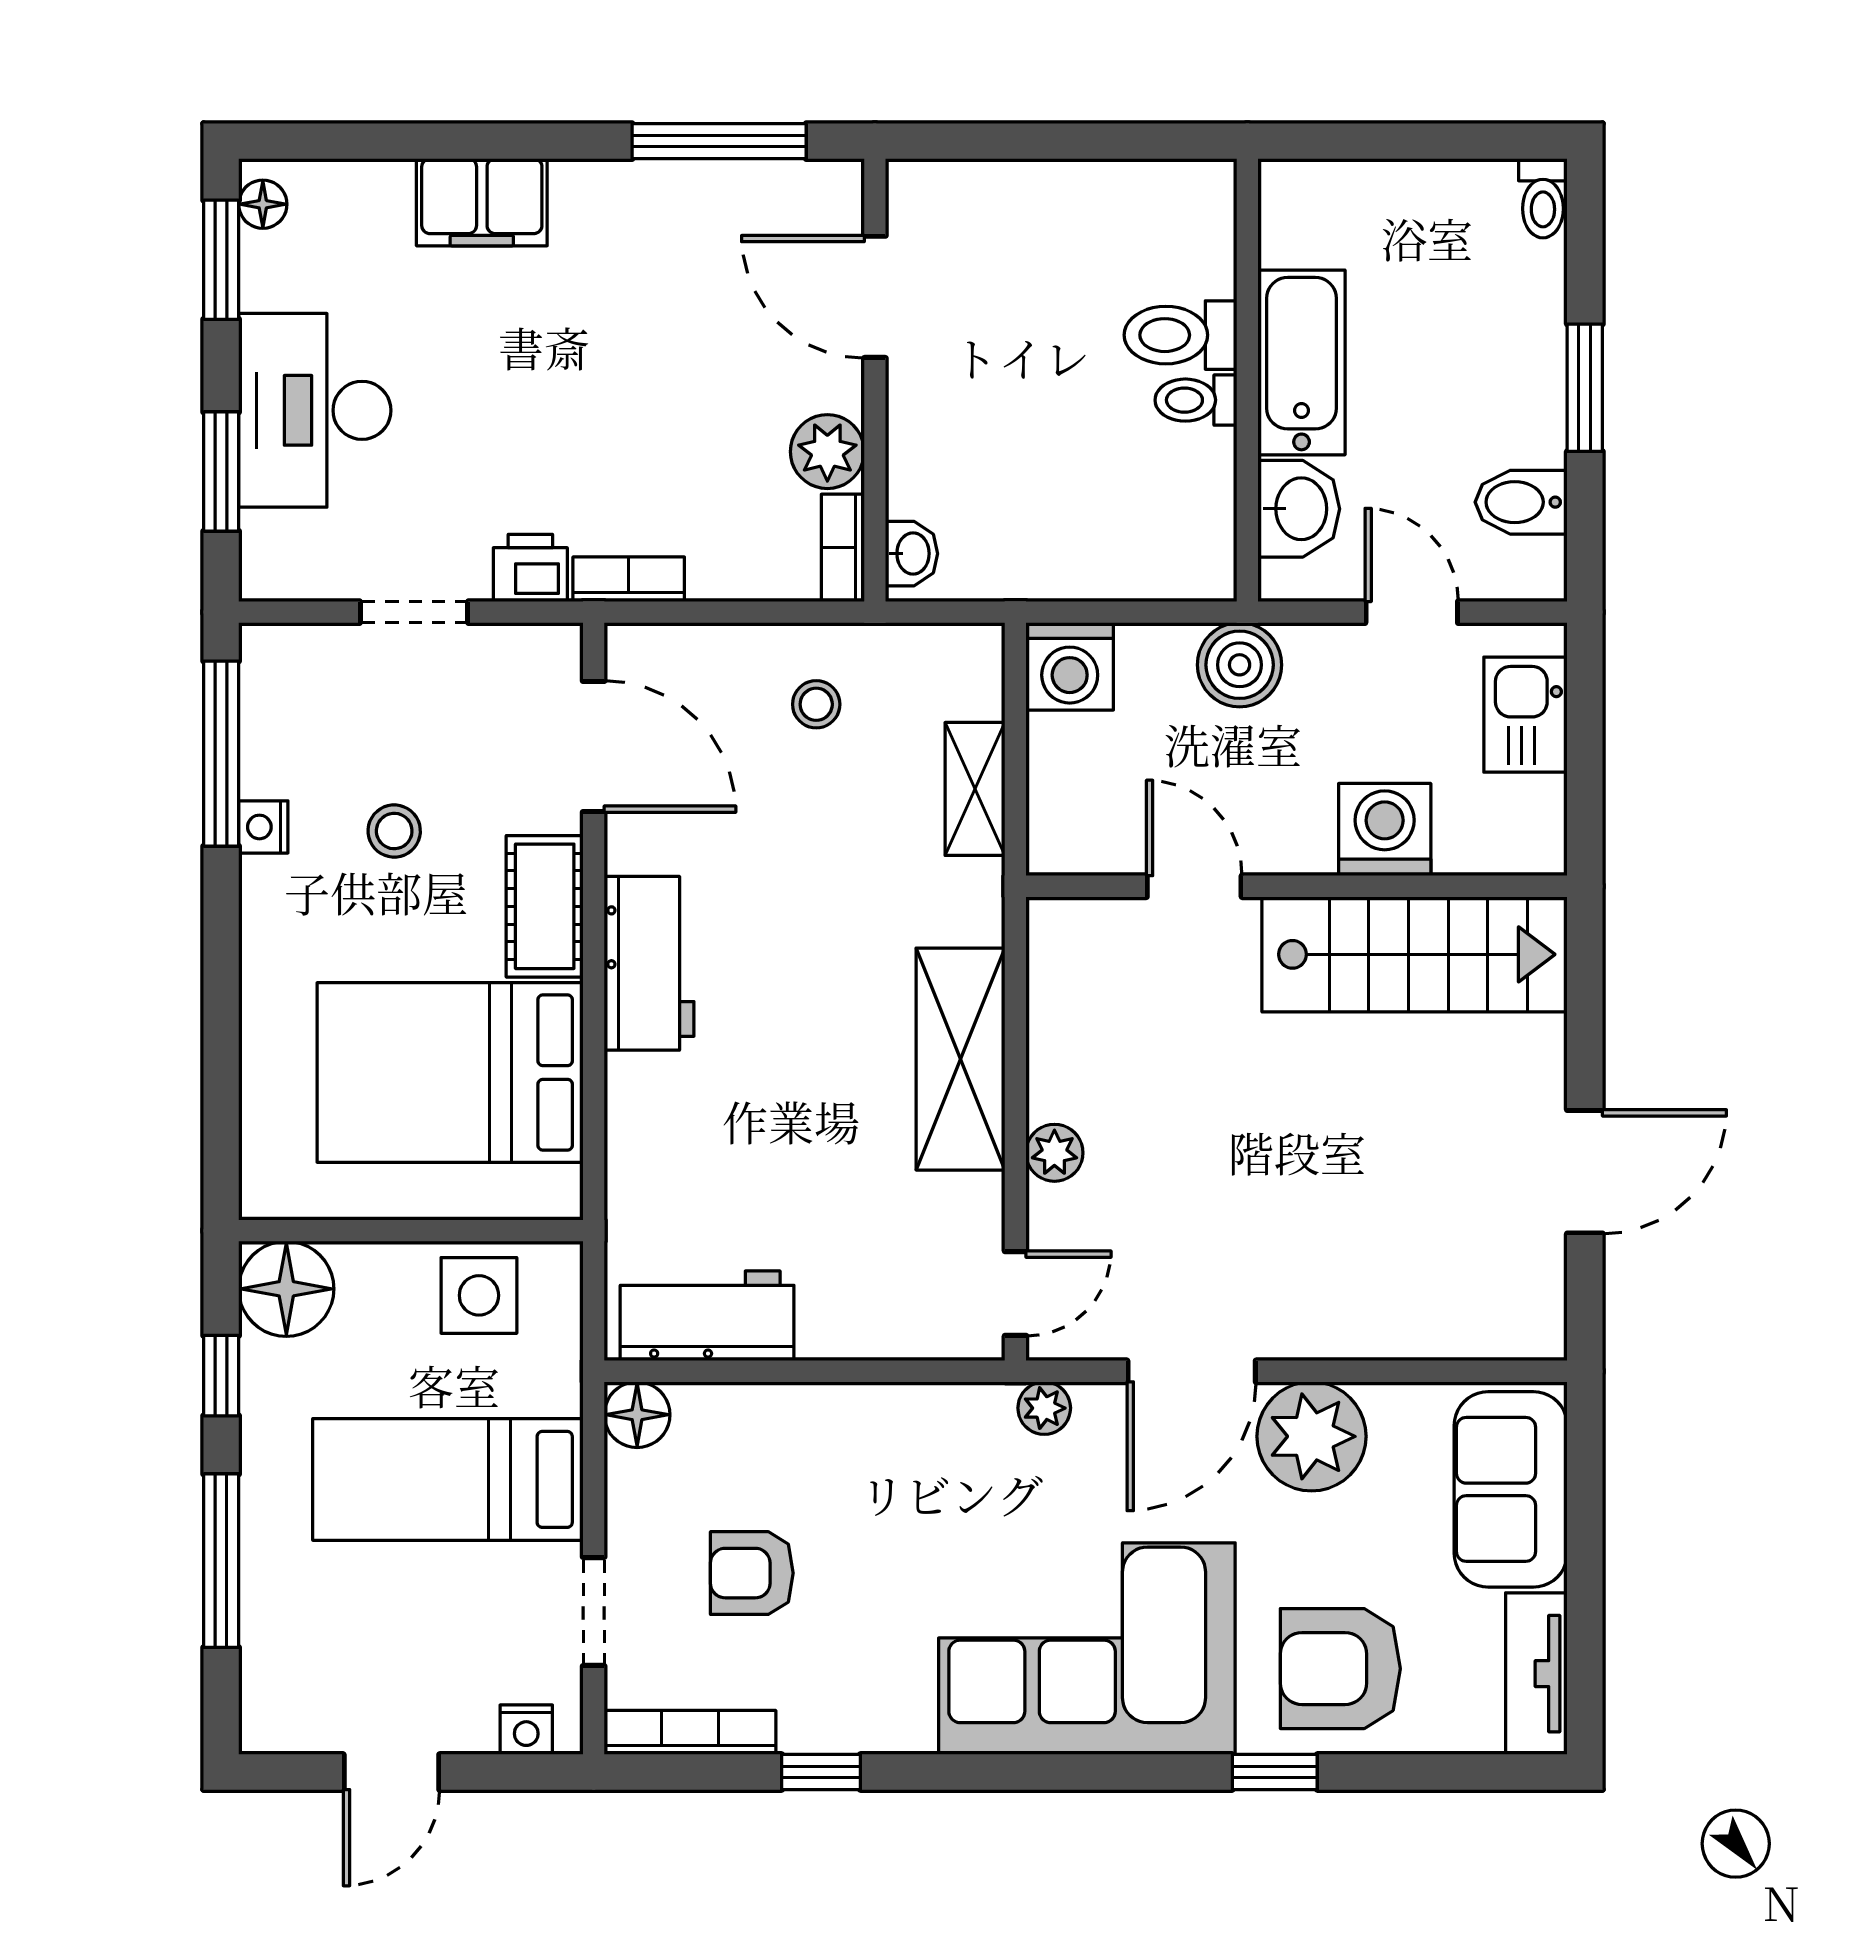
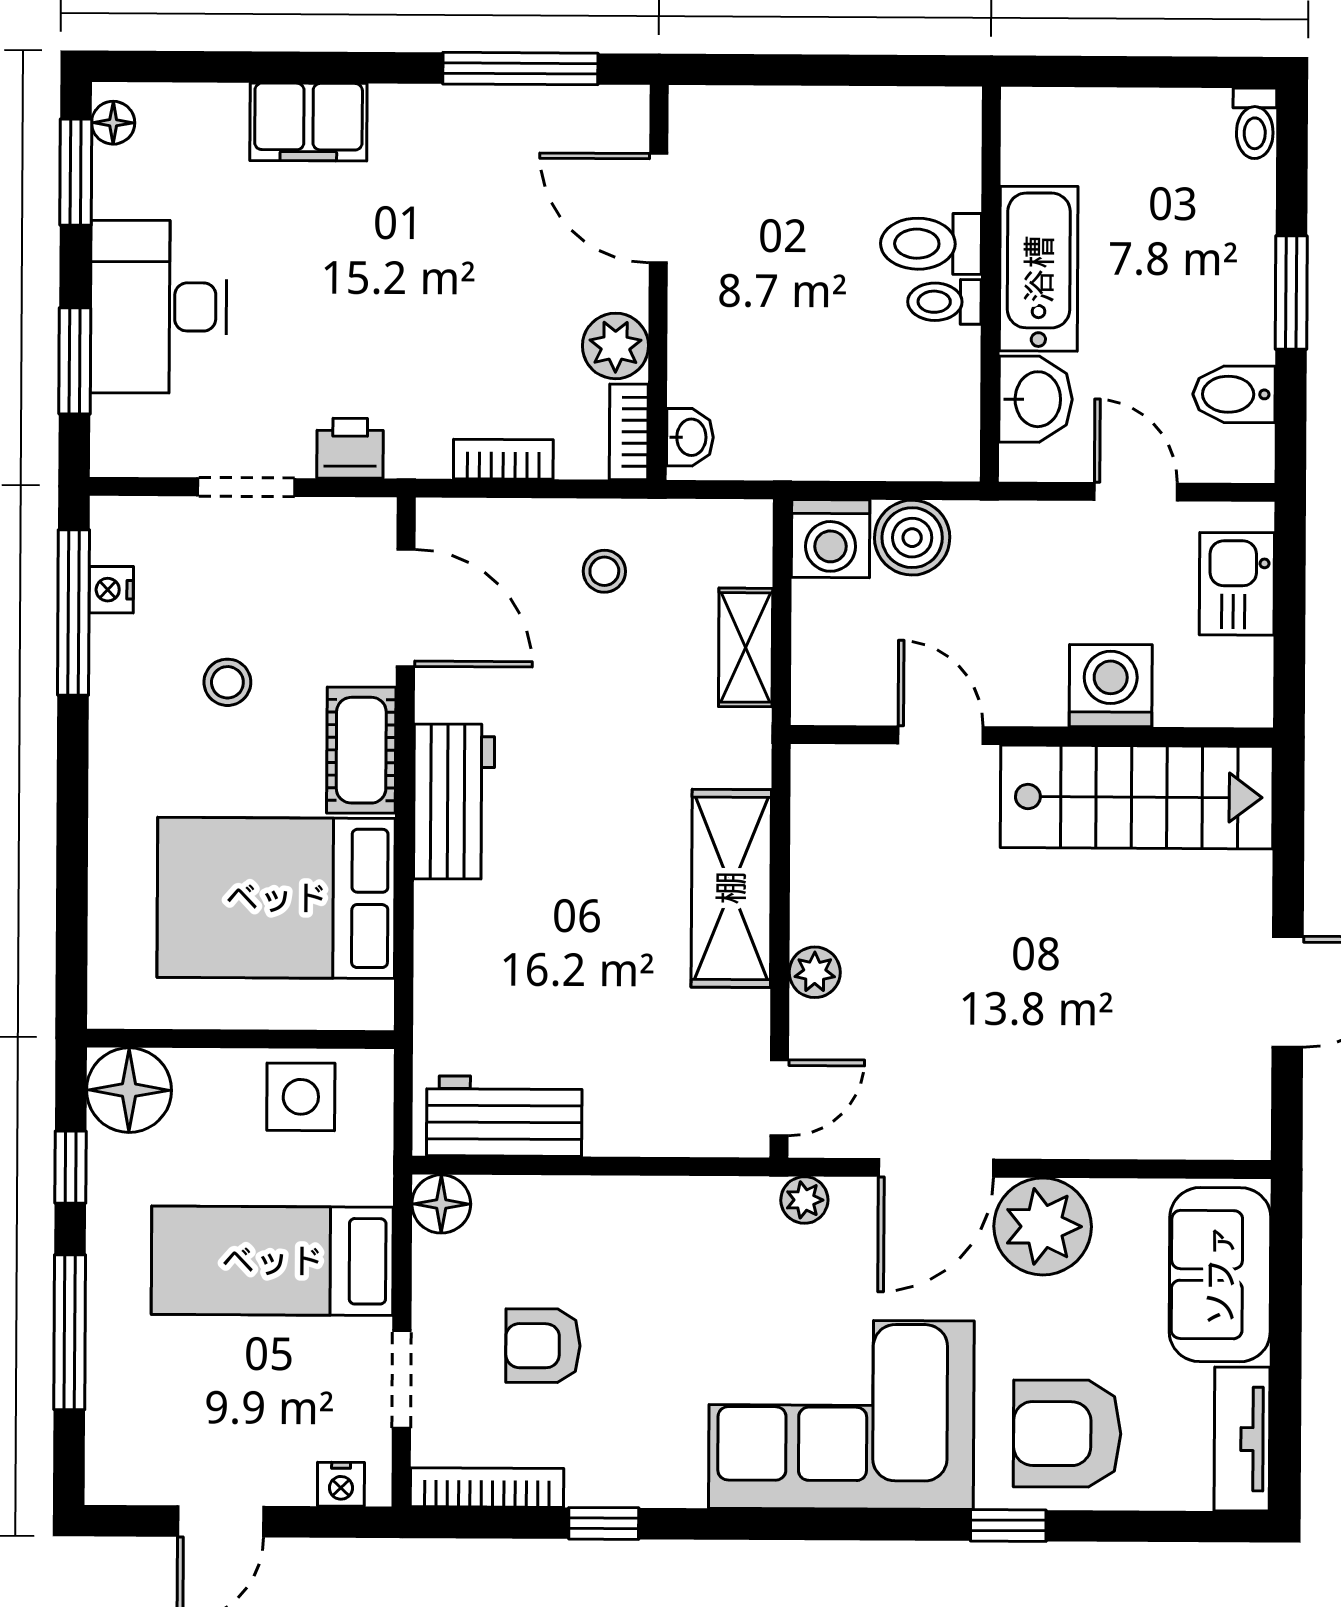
bookcase: (629, 579) -> (503, 459), moved
boiler: (1240, 665) -> (912, 538), moved
nightstand: (263, 827) -> (111, 590), moved

